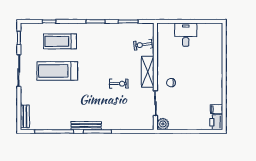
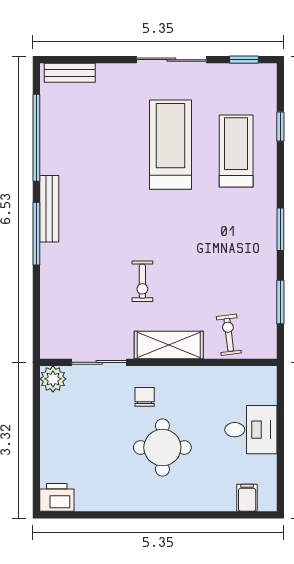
round table: (194, 75) -> (162, 448), added
filing cabinet: (216, 109) -> (247, 498), moved

